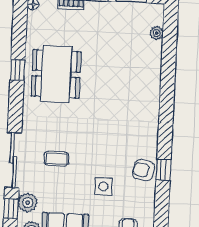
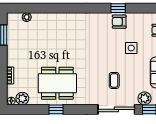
plant: (36, 21) -> (22, 98), added
armchair: (144, 170) -> (119, 22), turned 79

